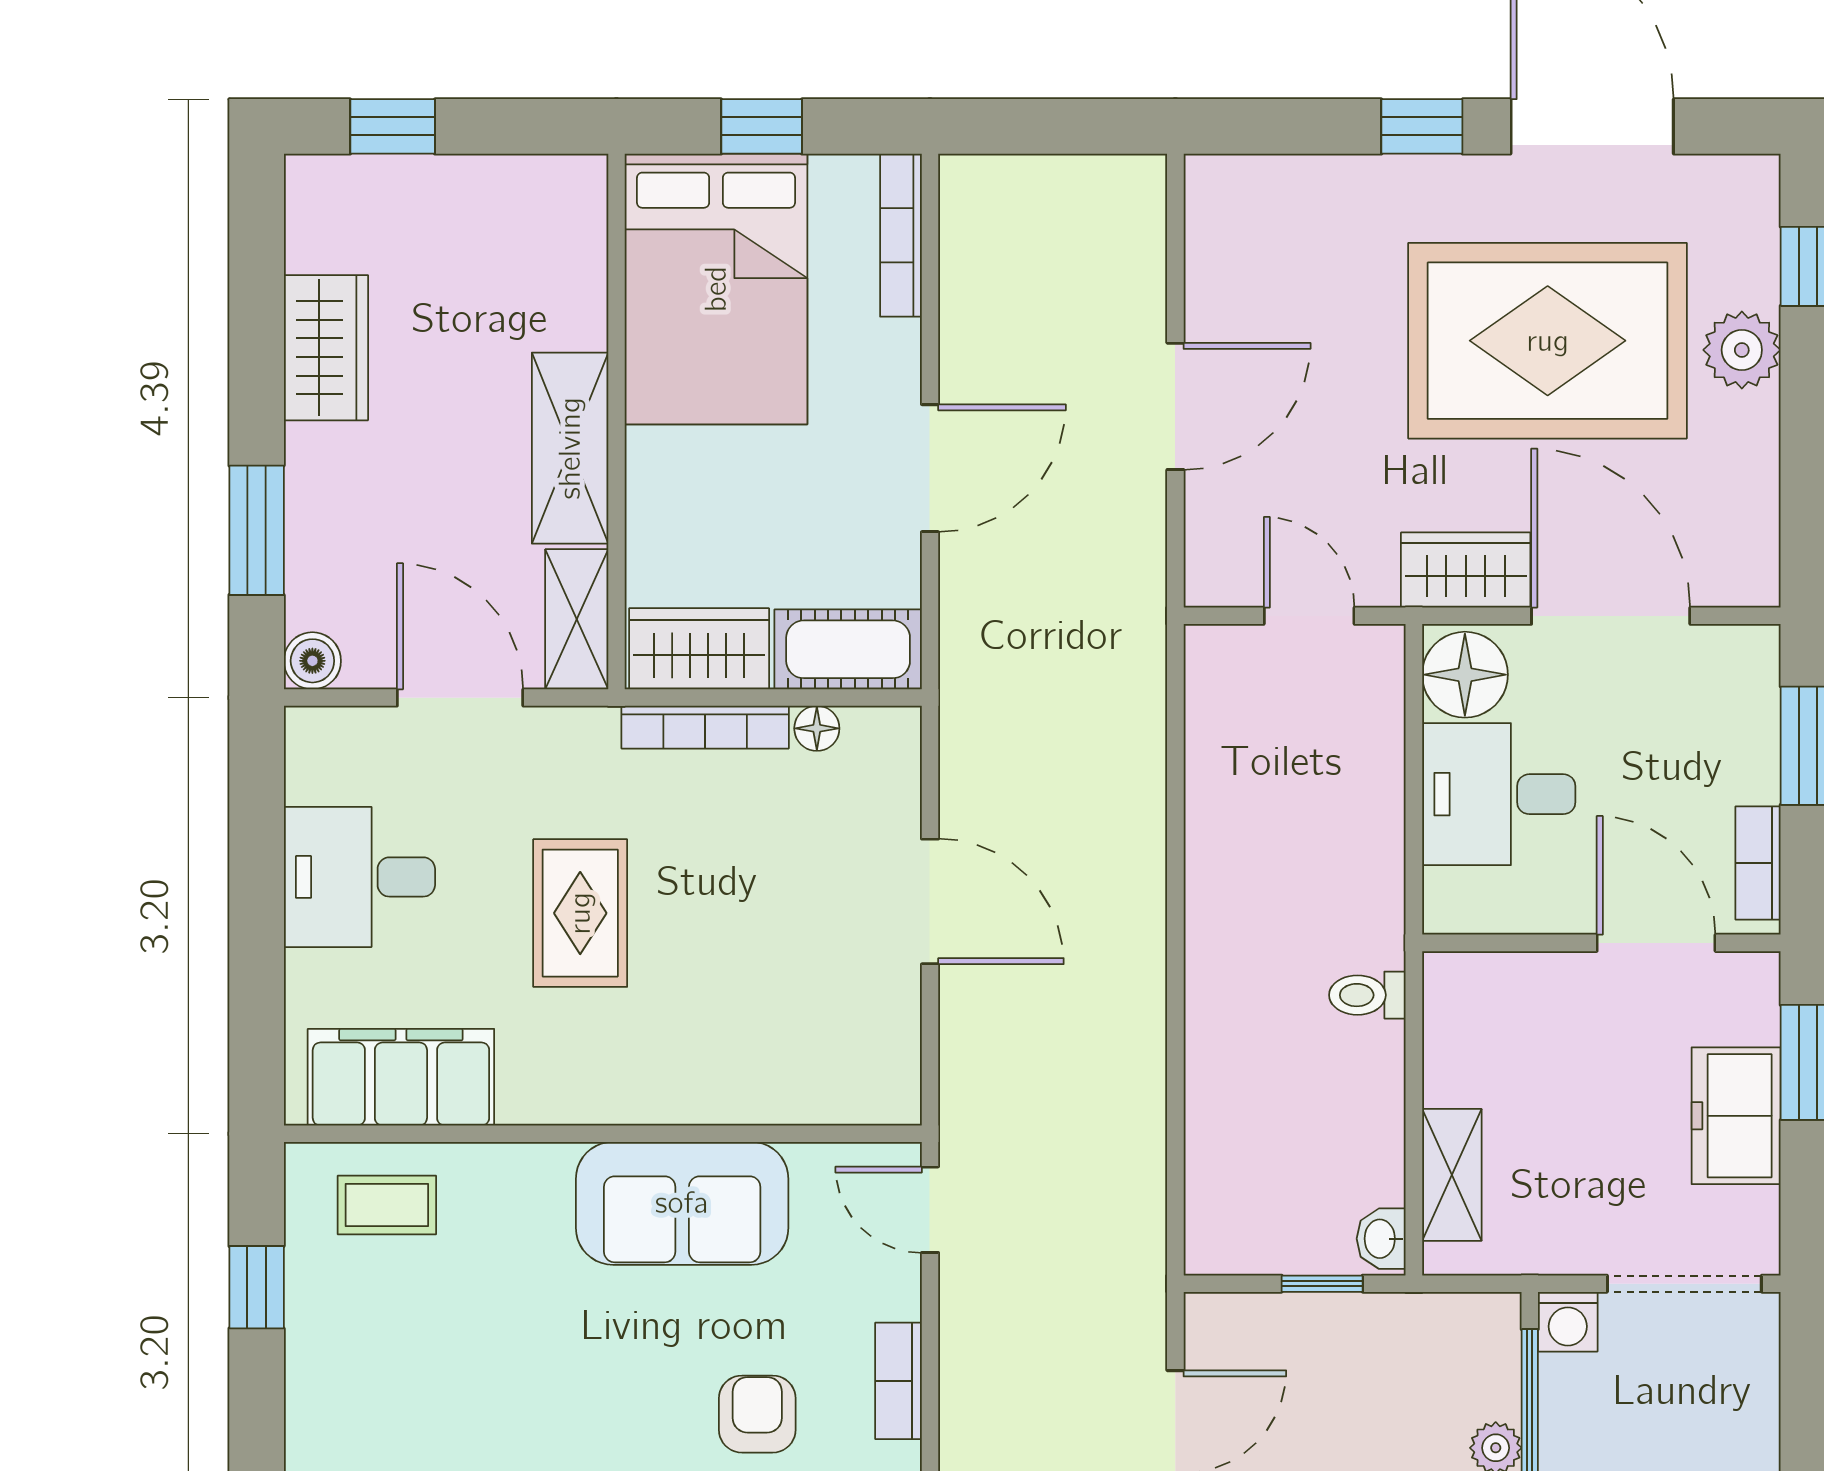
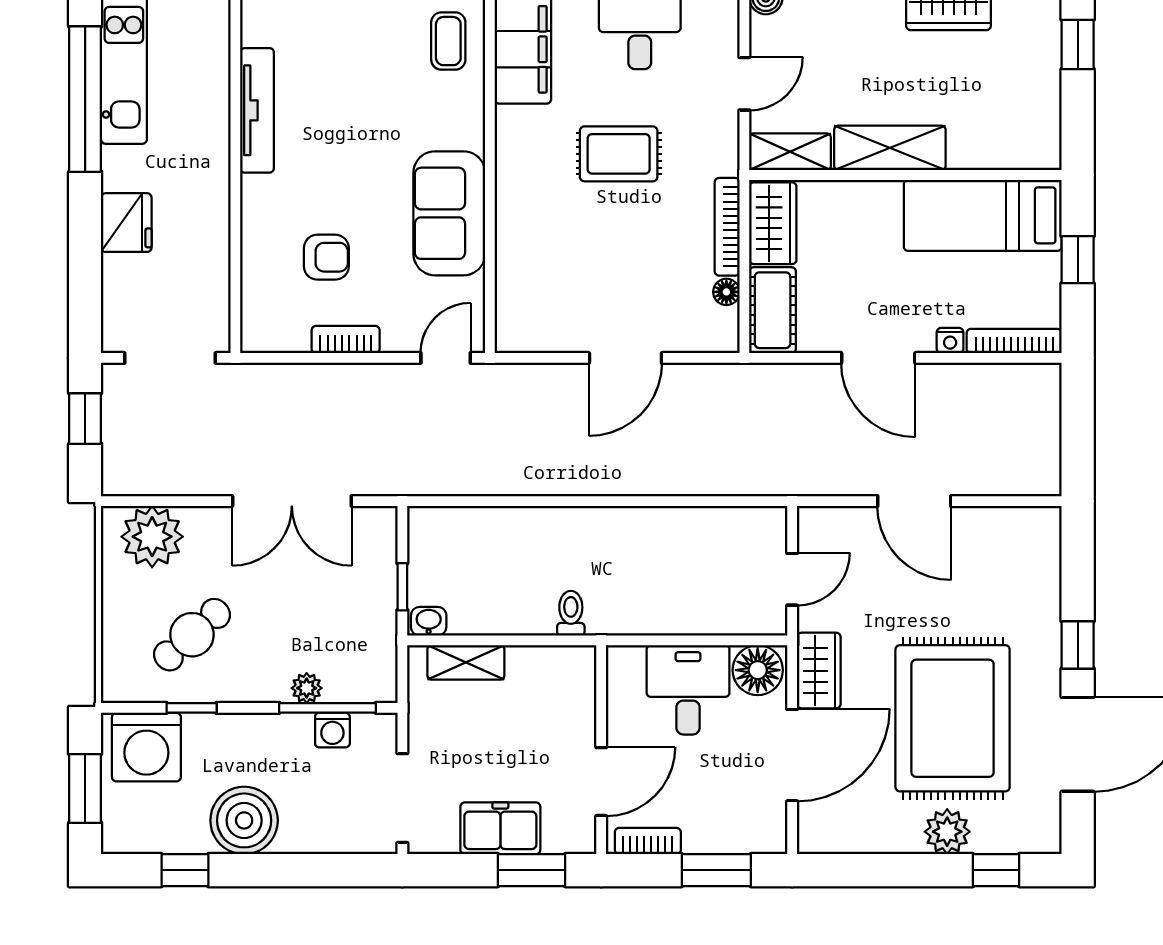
bed: (716, 289) -> (983, 215), width x0.67
nightstand: (900, 345) -> (950, 341), added
door: (460, 698) -> (744, 84), width x0.73
washing machine: (1568, 1322) -> (332, 730), moved, turned -90

